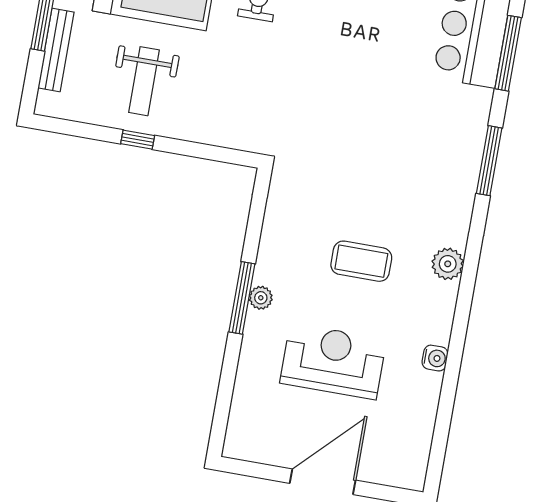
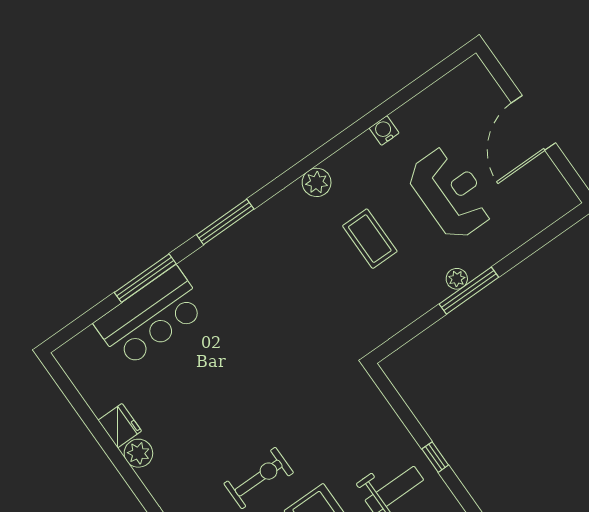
reception desk: (333, 361) -> (451, 193), turned 180
door: (323, 482) -> (534, 123), hinge flipped

